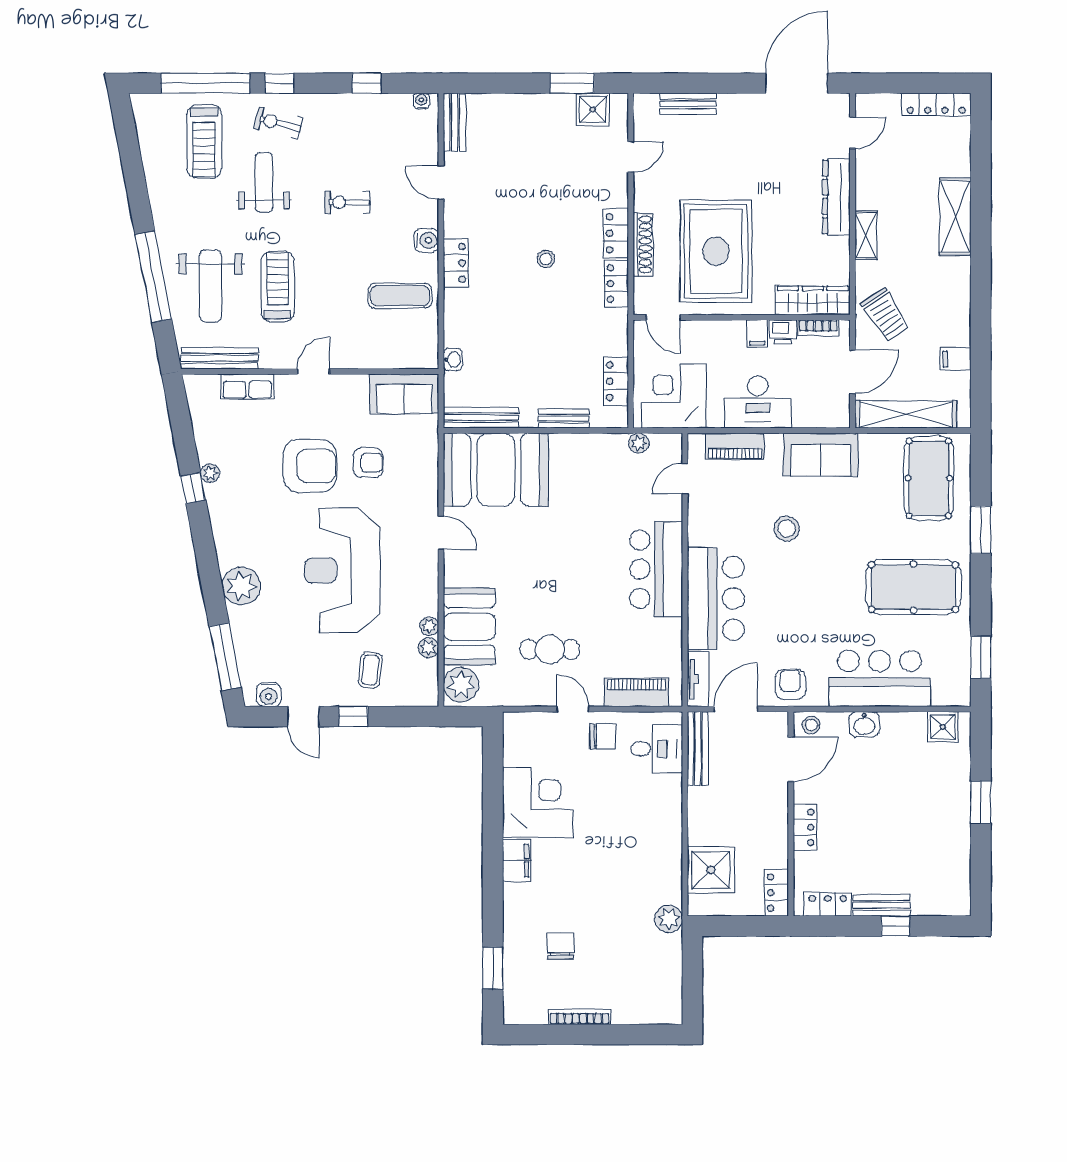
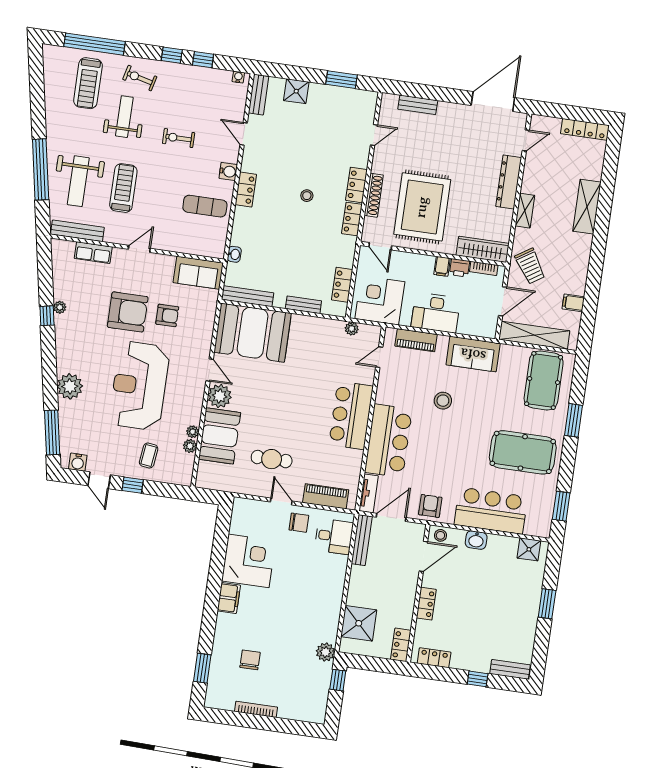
window: (279, 83) -> (172, 55), moved
shower: (593, 109) -> (296, 91), moved
plant: (461, 685) -> (220, 396), moved
bench: (881, 905) -> (510, 669), moved
window: (692, 957) -> (338, 680), added

